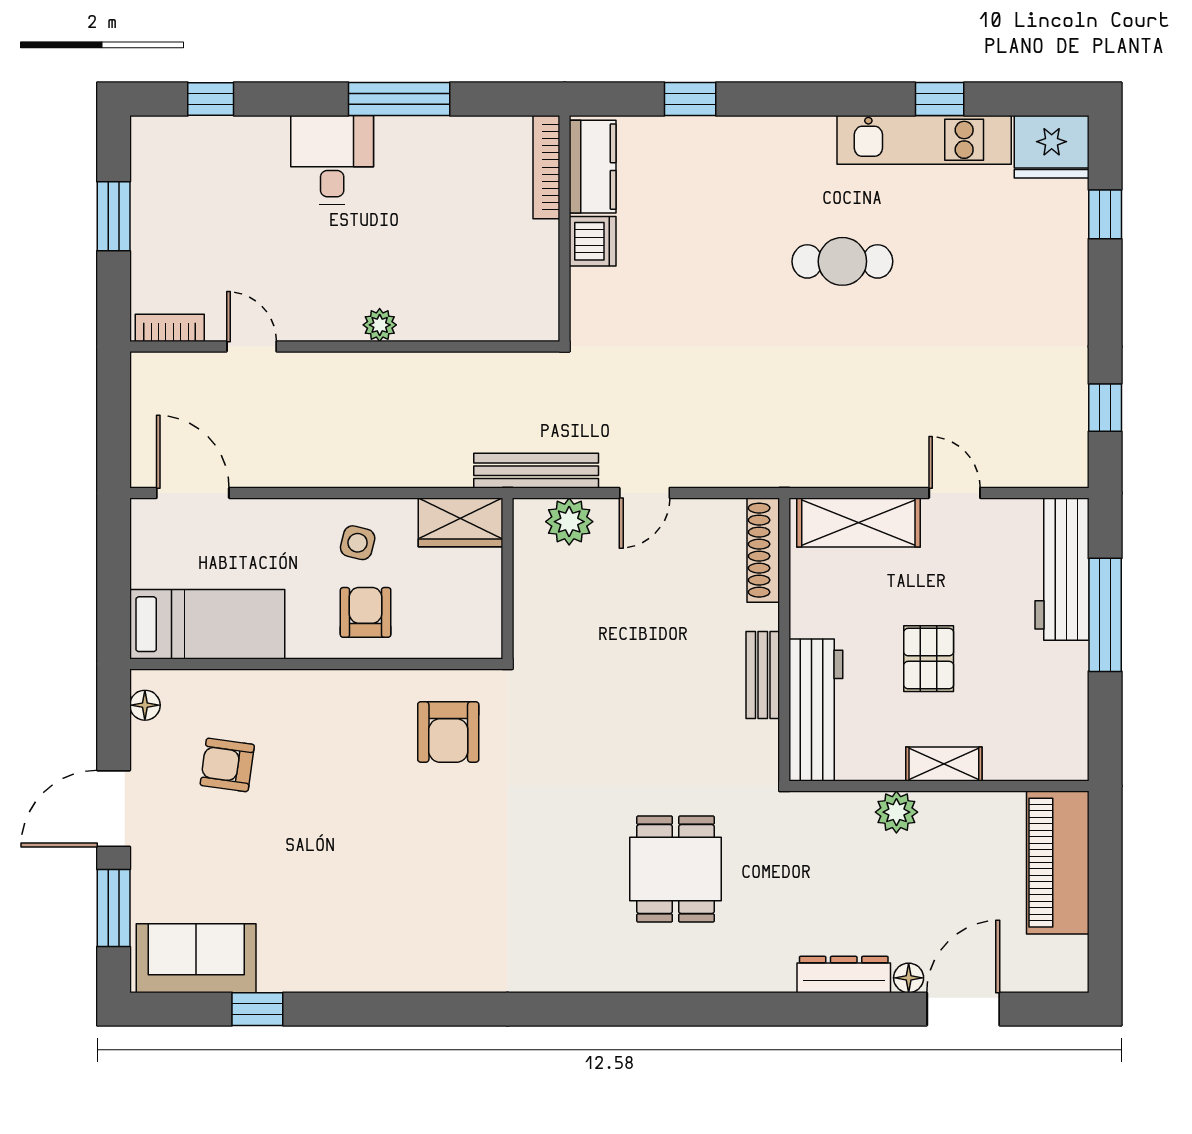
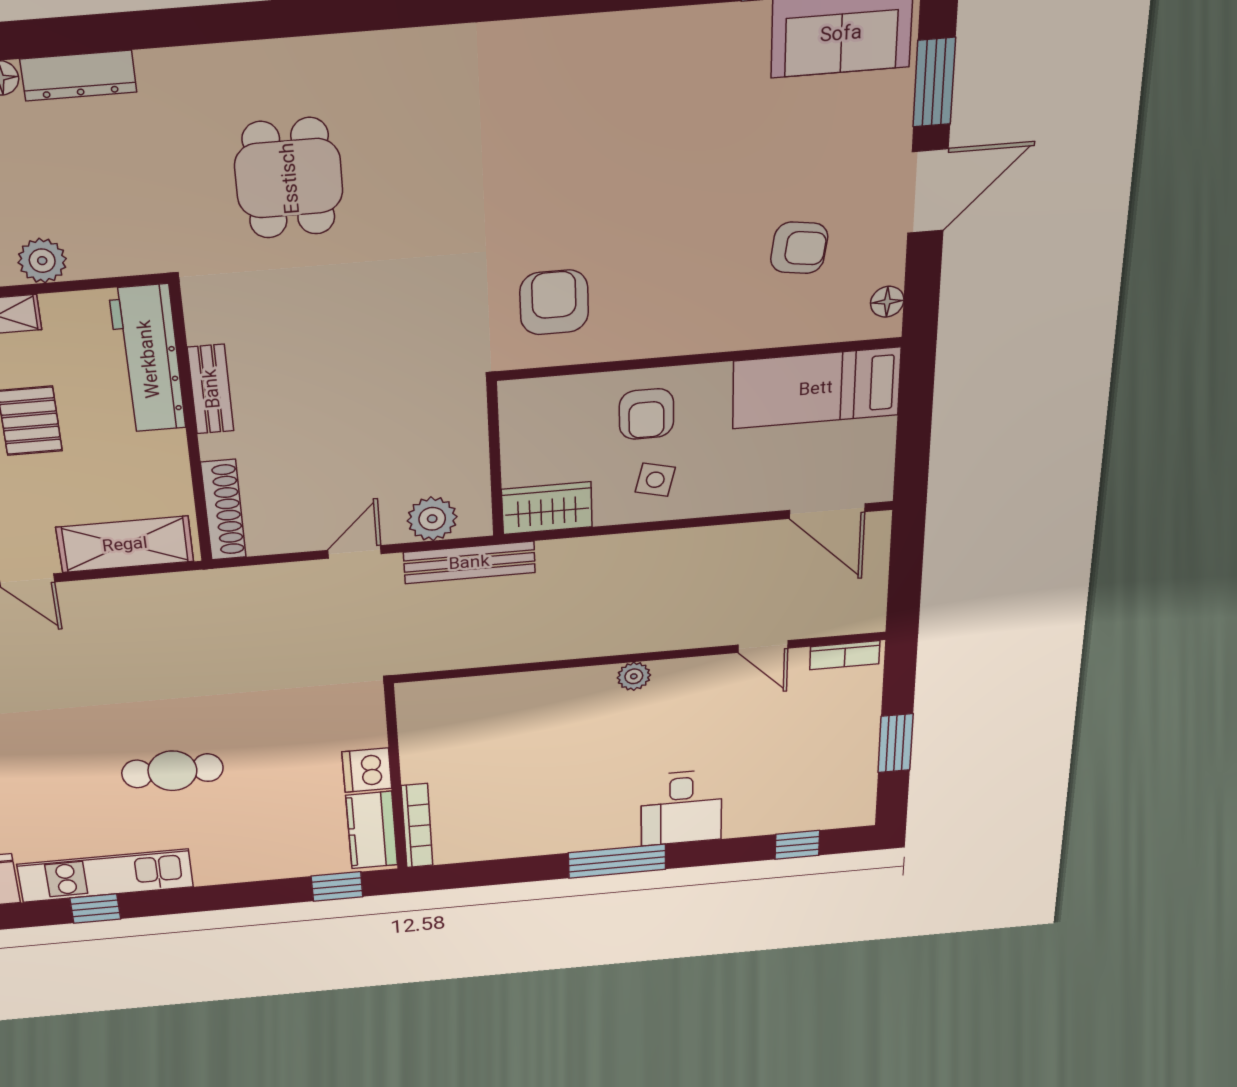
bookcase: (546, 167) -> (417, 826), moved
kitchen counter: (593, 167) -> (372, 830), moved
wall: (565, 228) -> (396, 778), moved
dishwasher: (593, 241) -> (367, 770), moved

